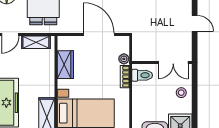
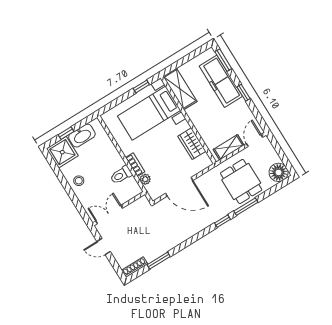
wall: (162, 63) -> (119, 209), moved
double door: (173, 63) -> (109, 215), moved

